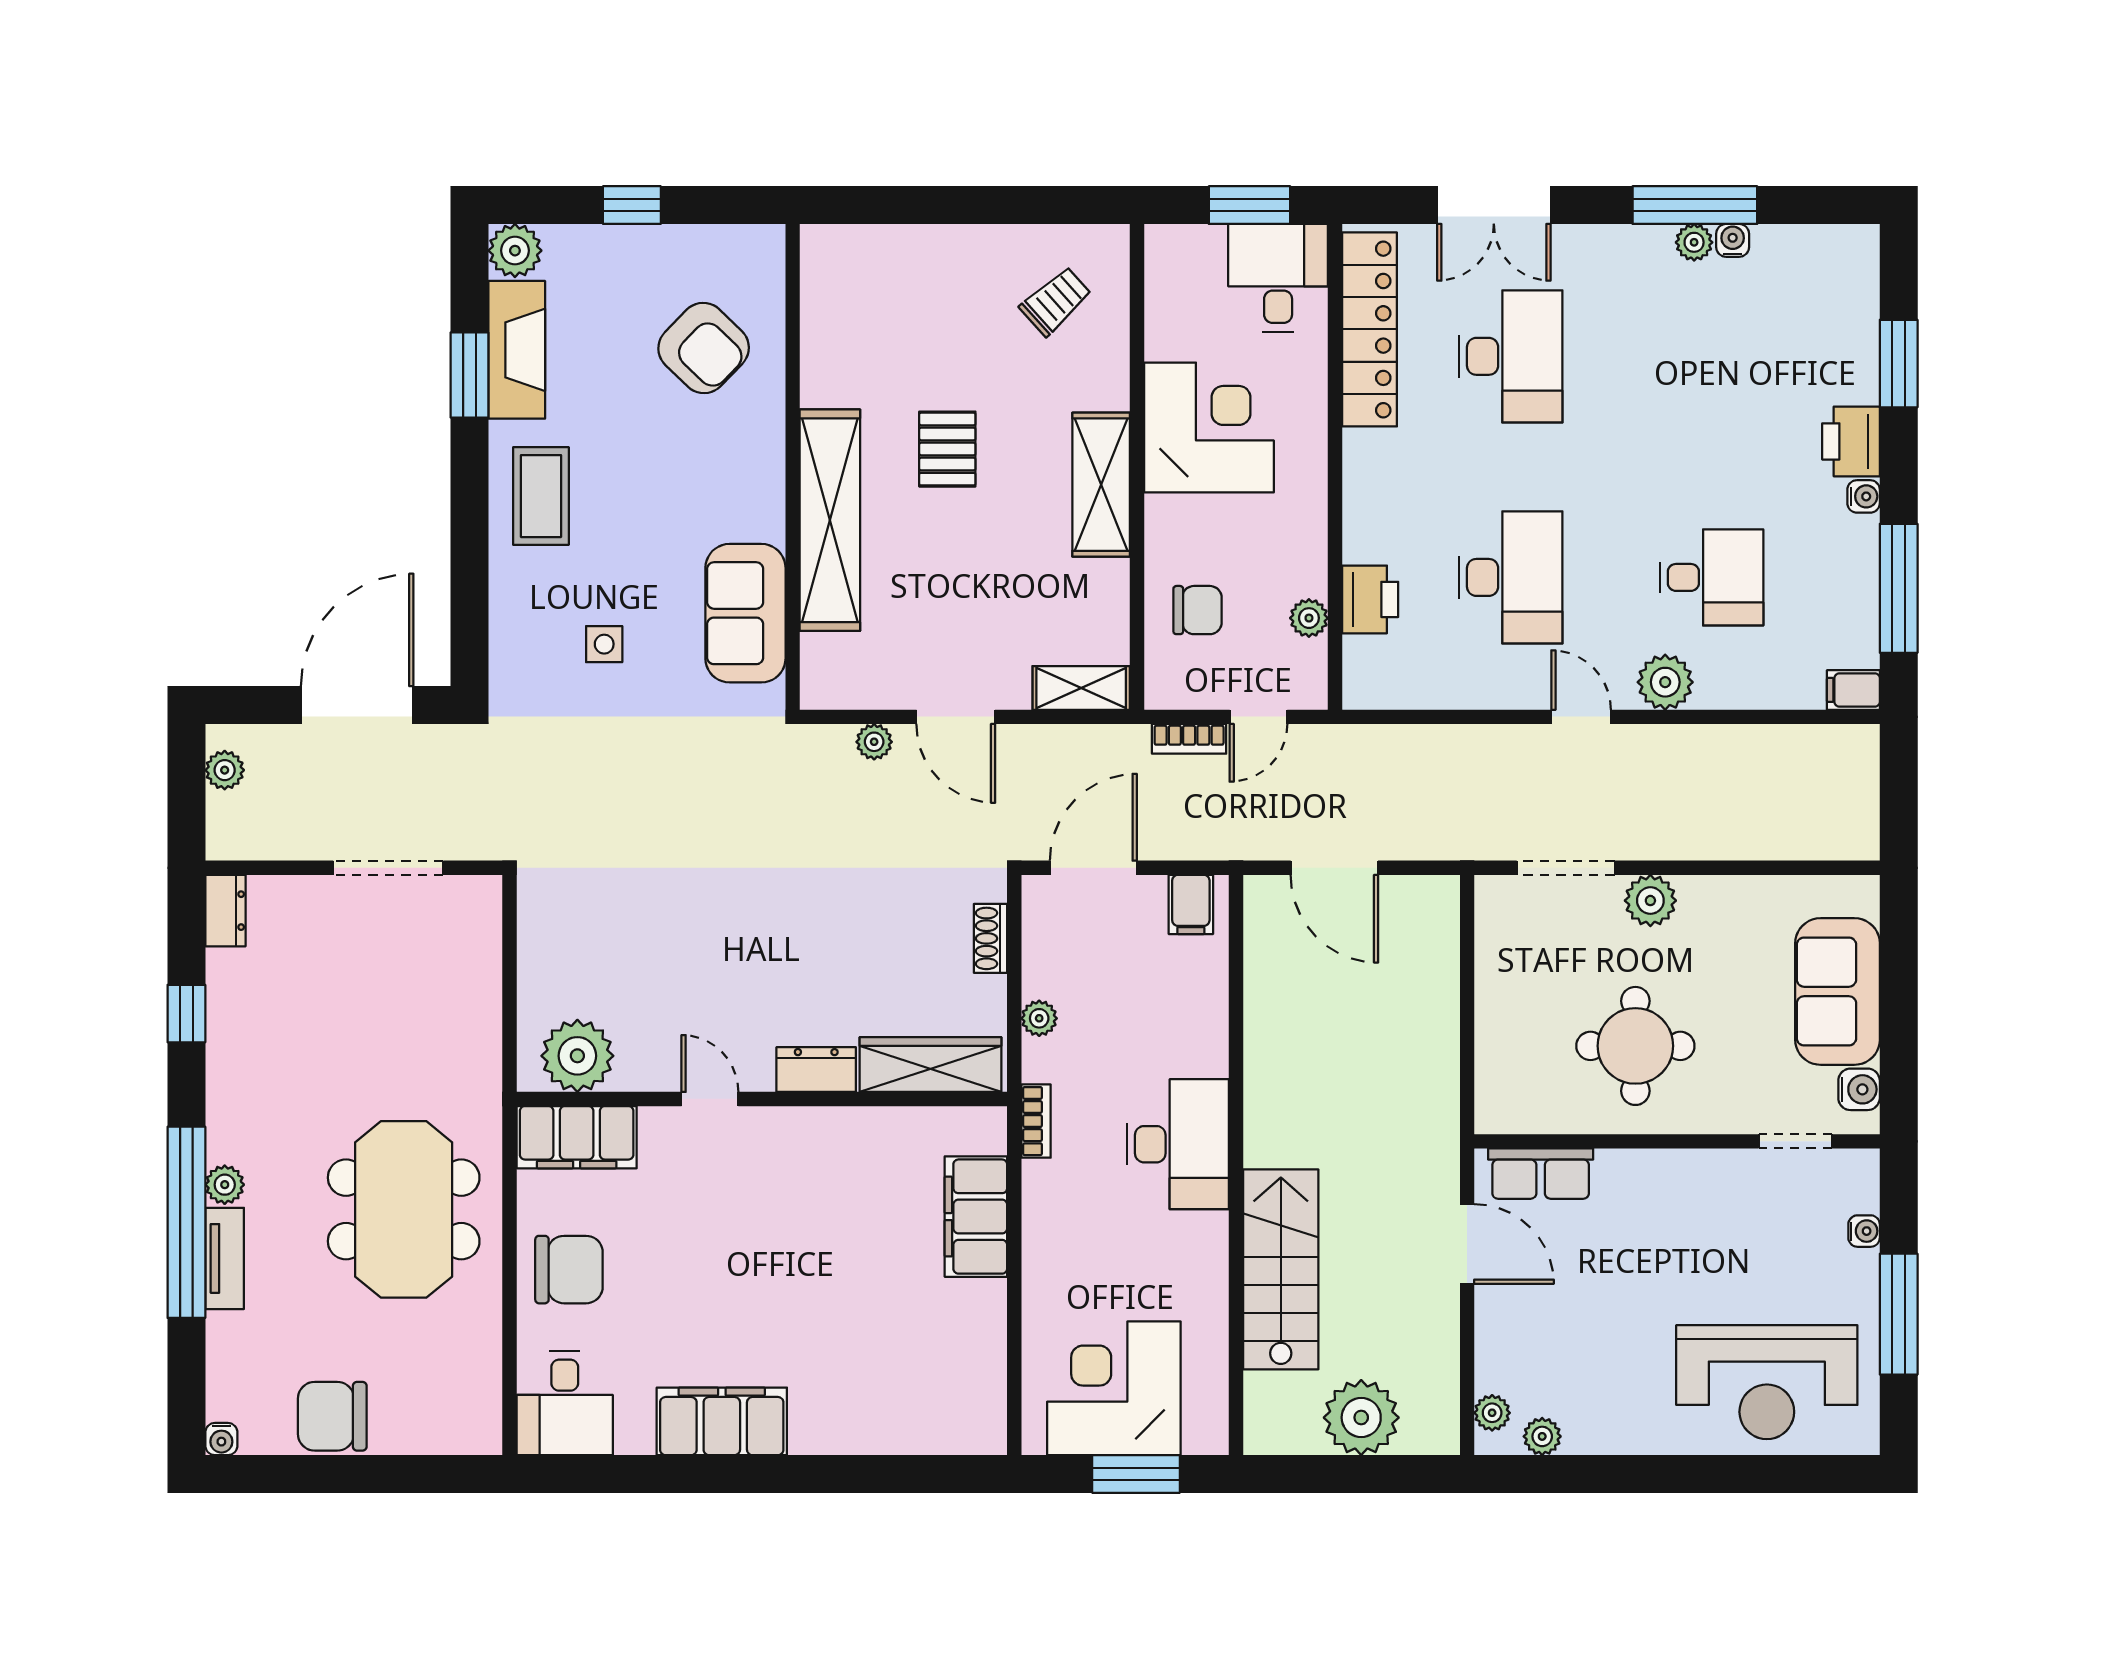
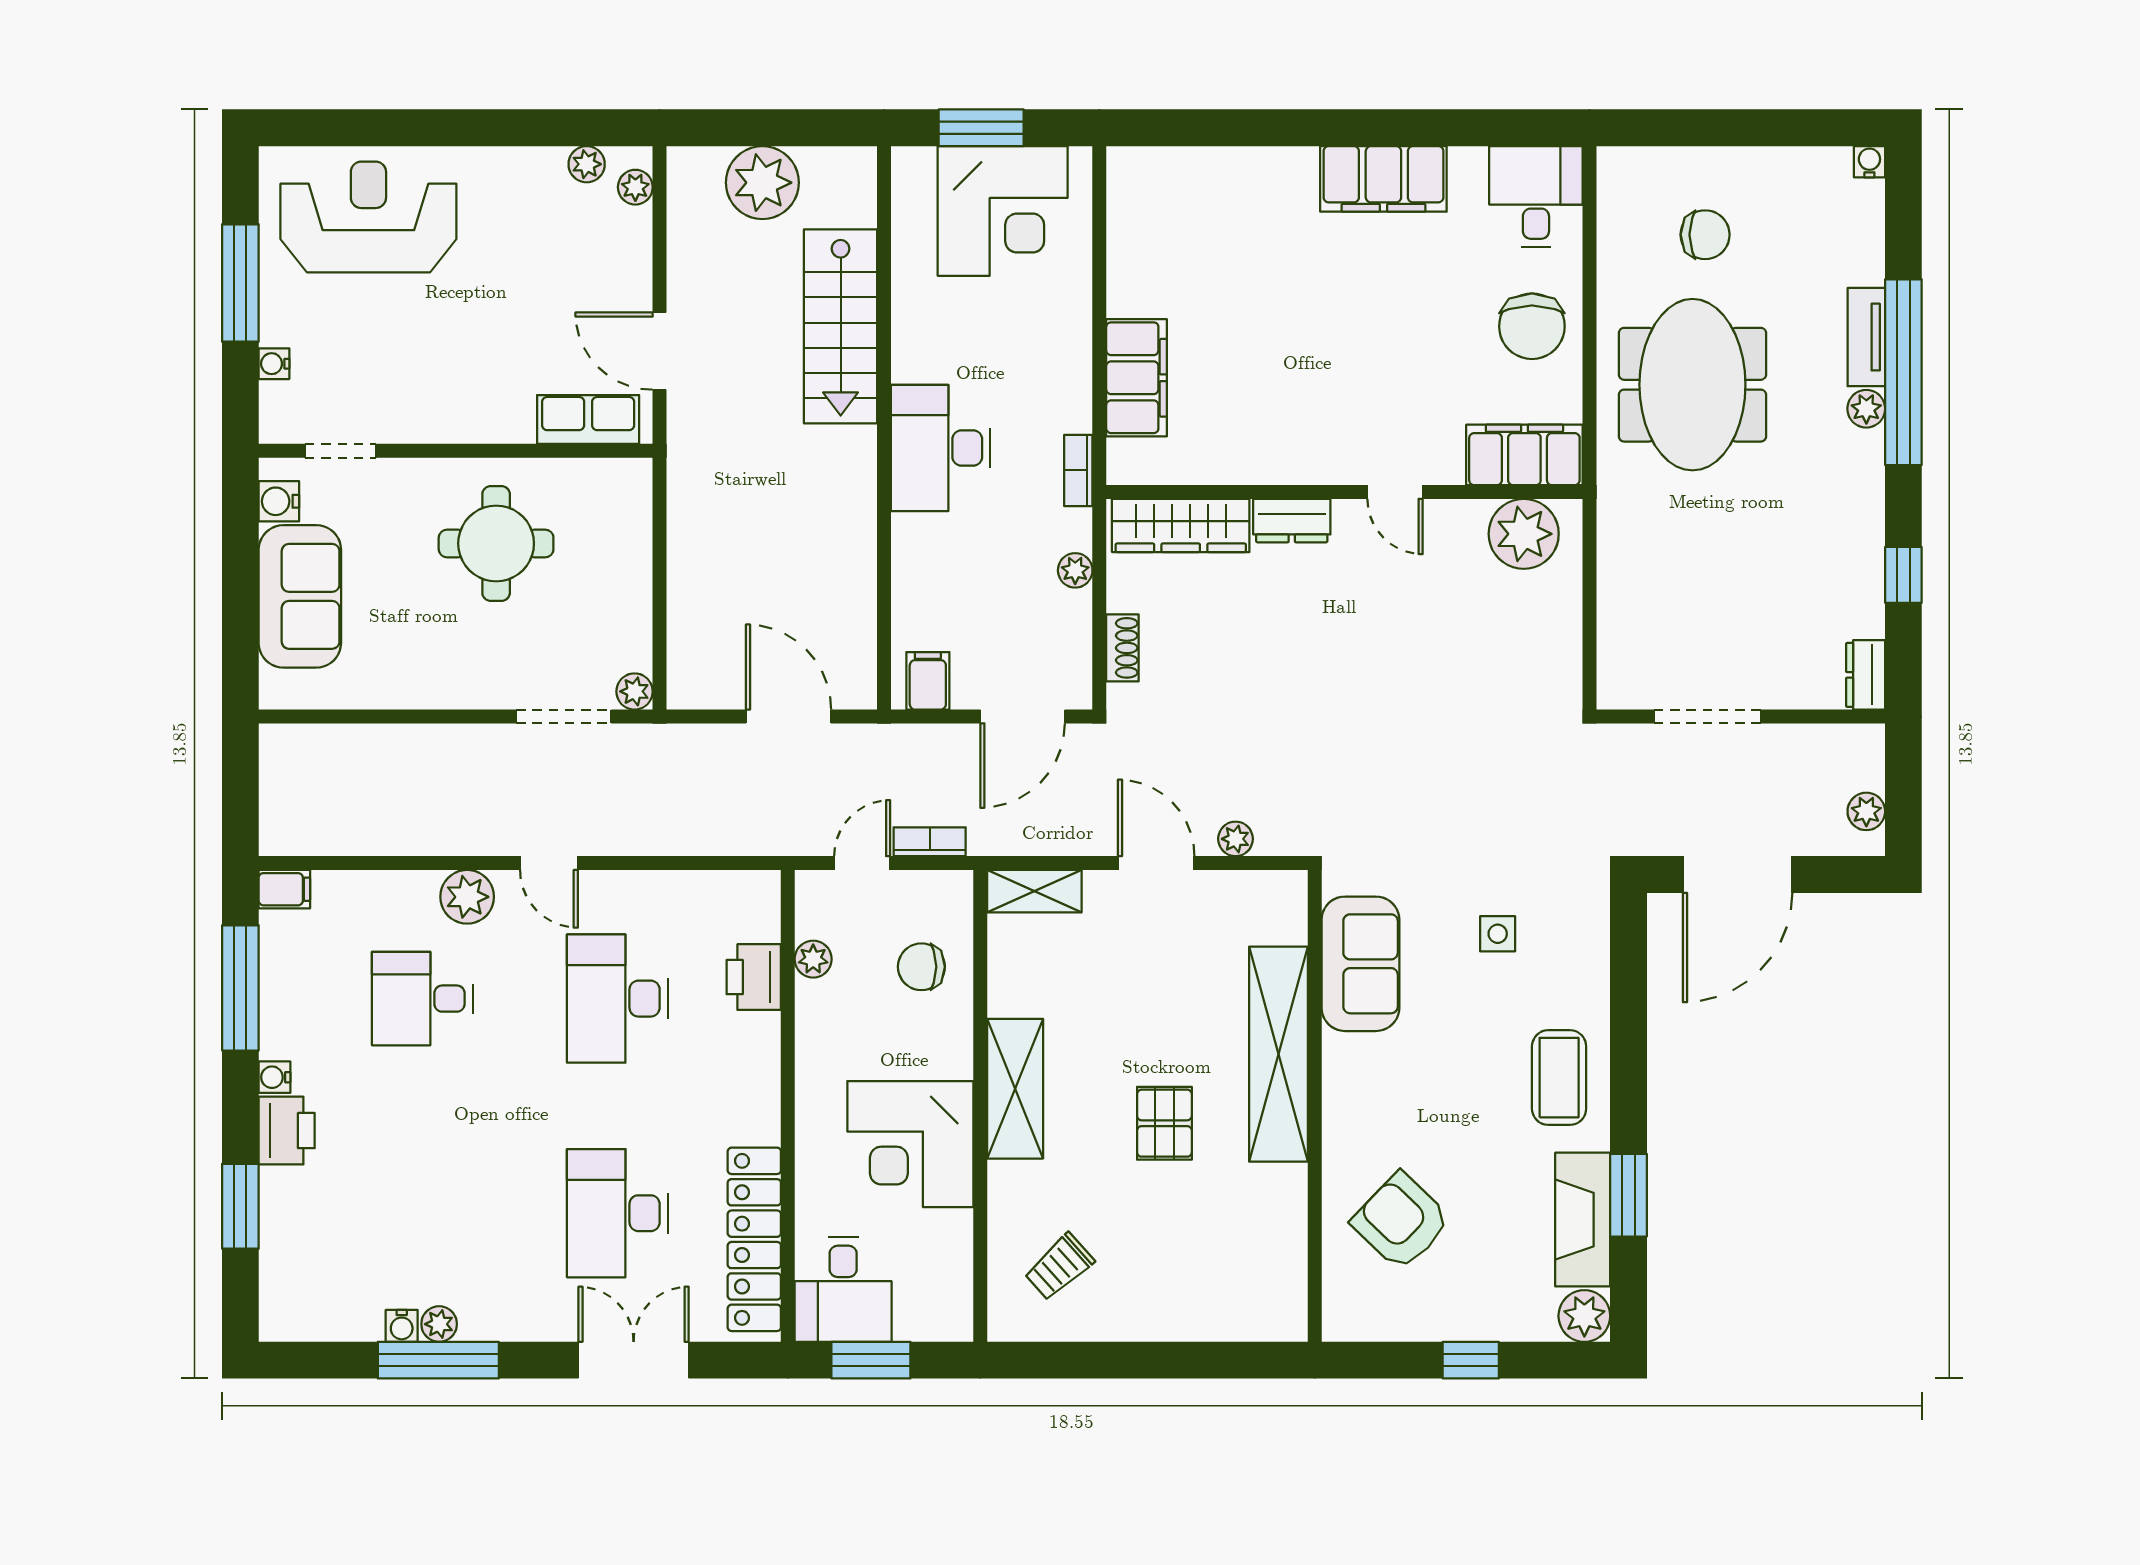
plant: (1650, 901) -> (635, 691), moved, width x0.73, depth x0.73
chair: (569, 1270) -> (1532, 326), turned -90
chair: (332, 1416) -> (1705, 235), moved, width x0.73, depth x0.73

